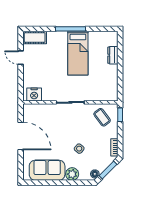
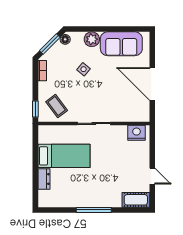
bed: (78, 53) -> (64, 156), moved, turned 90

